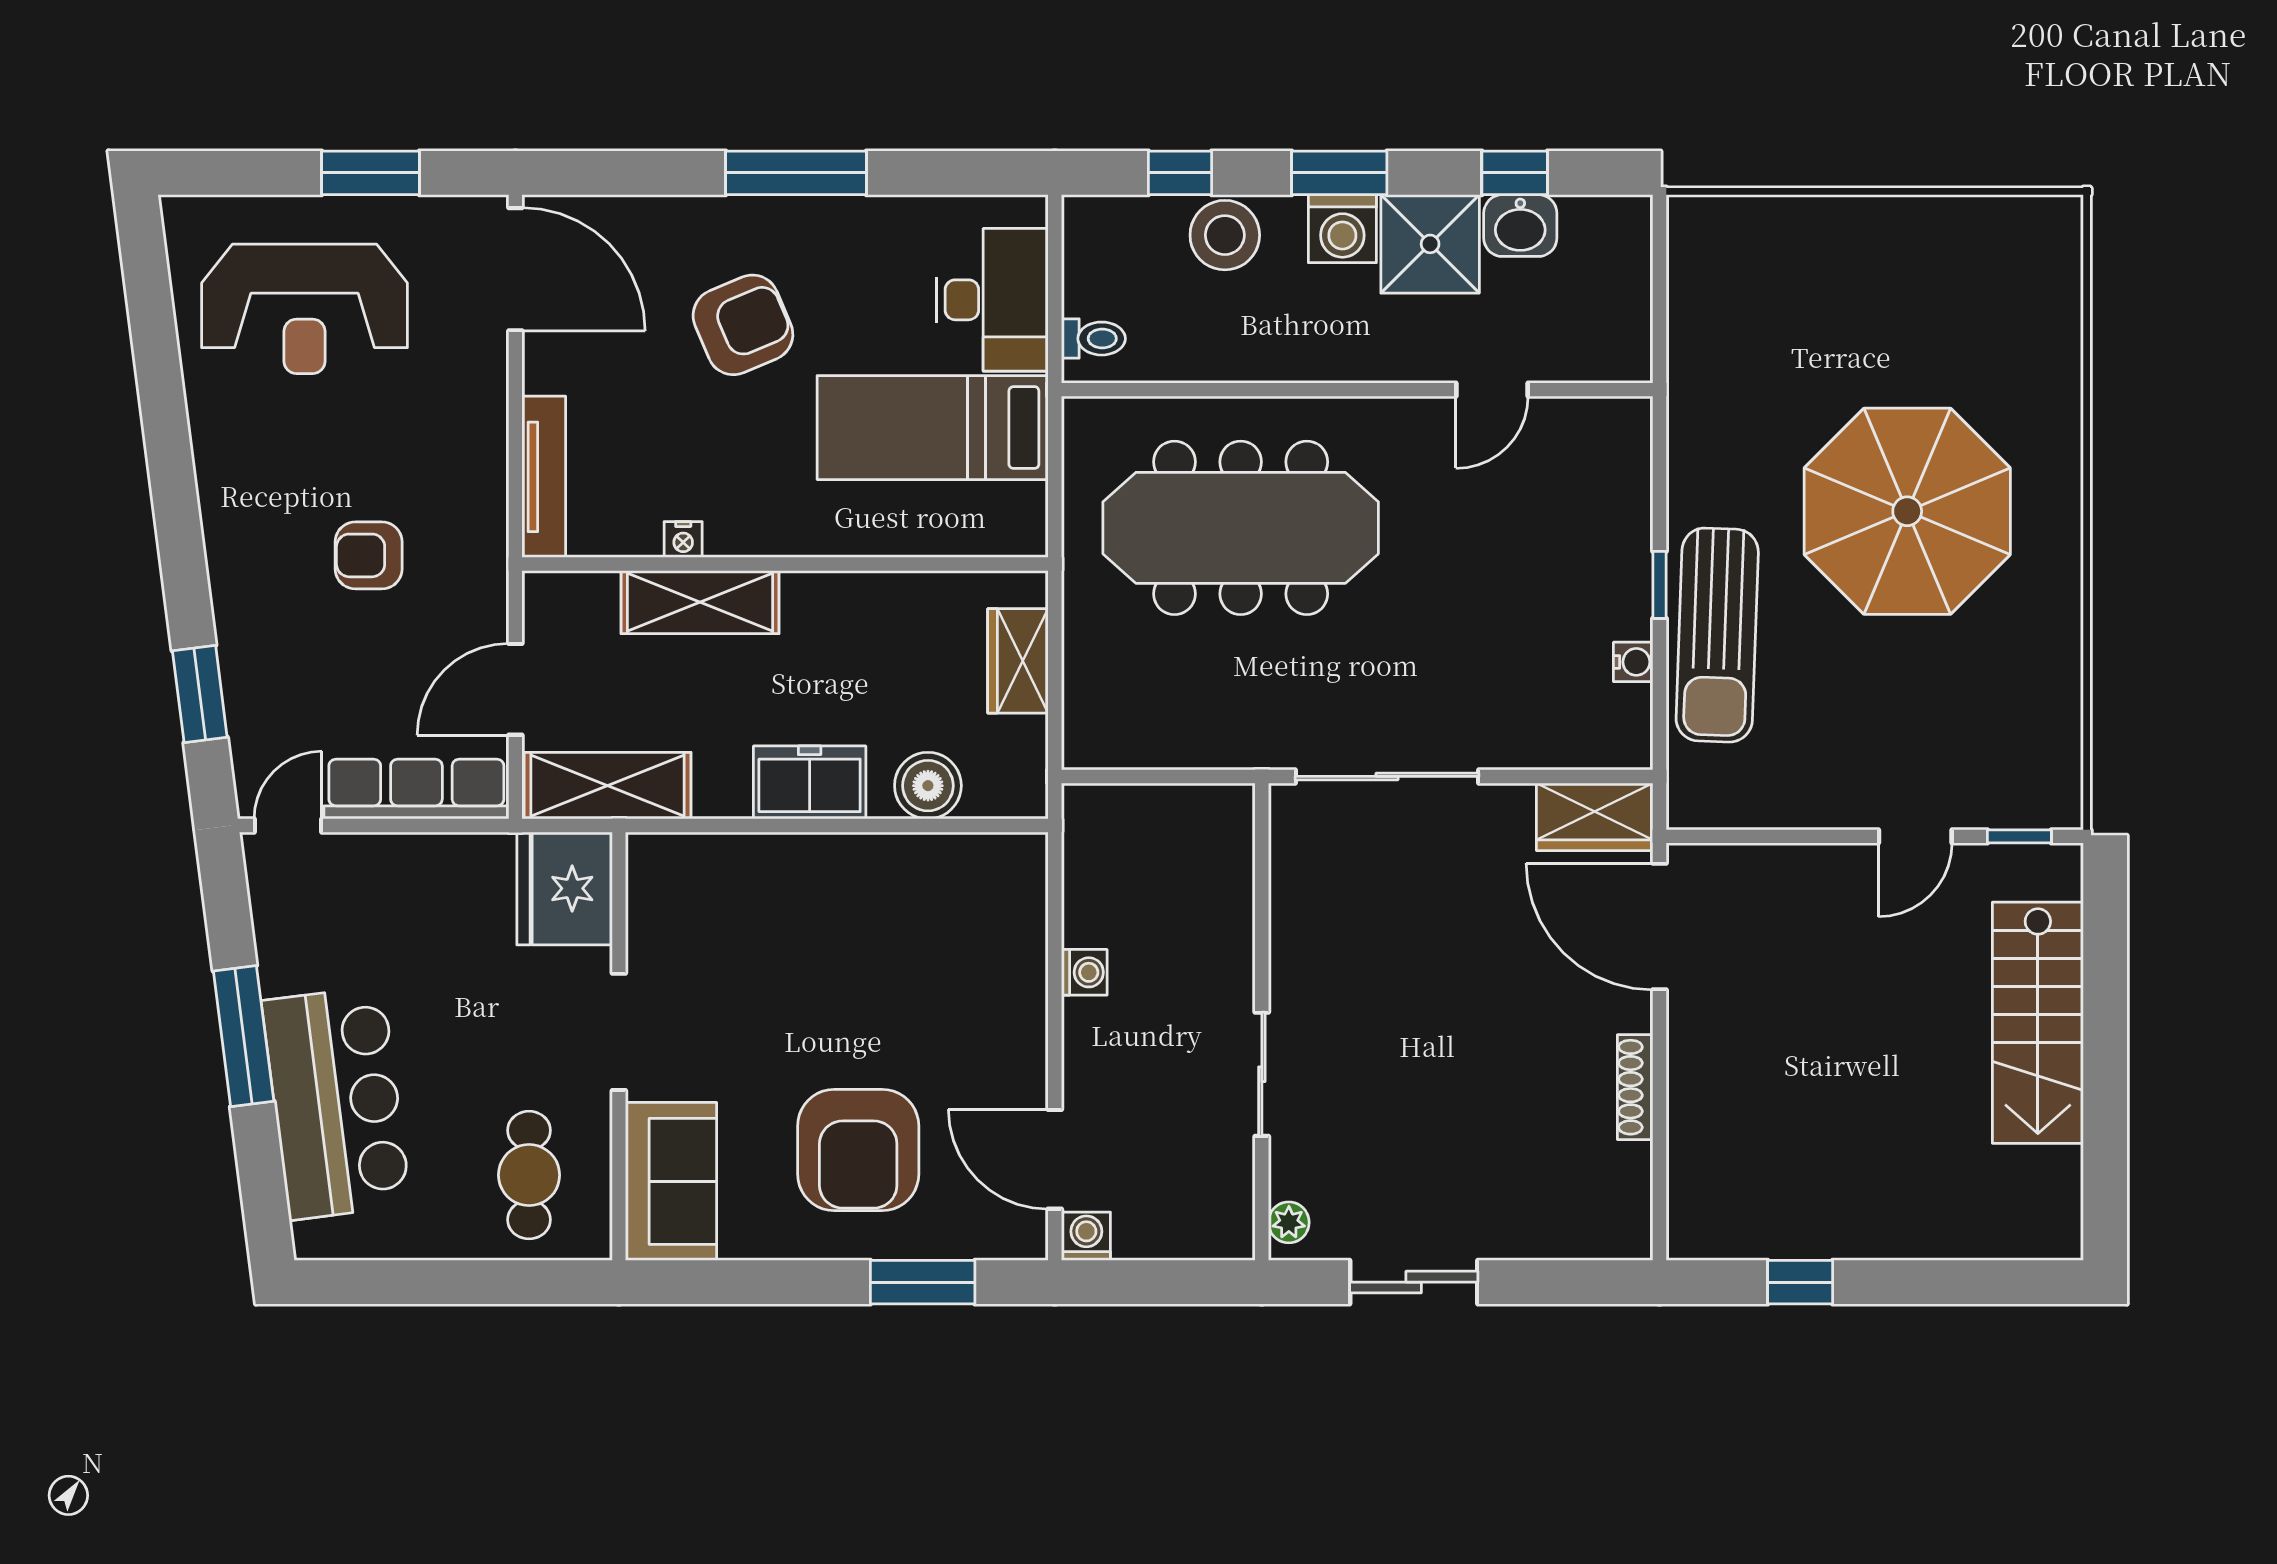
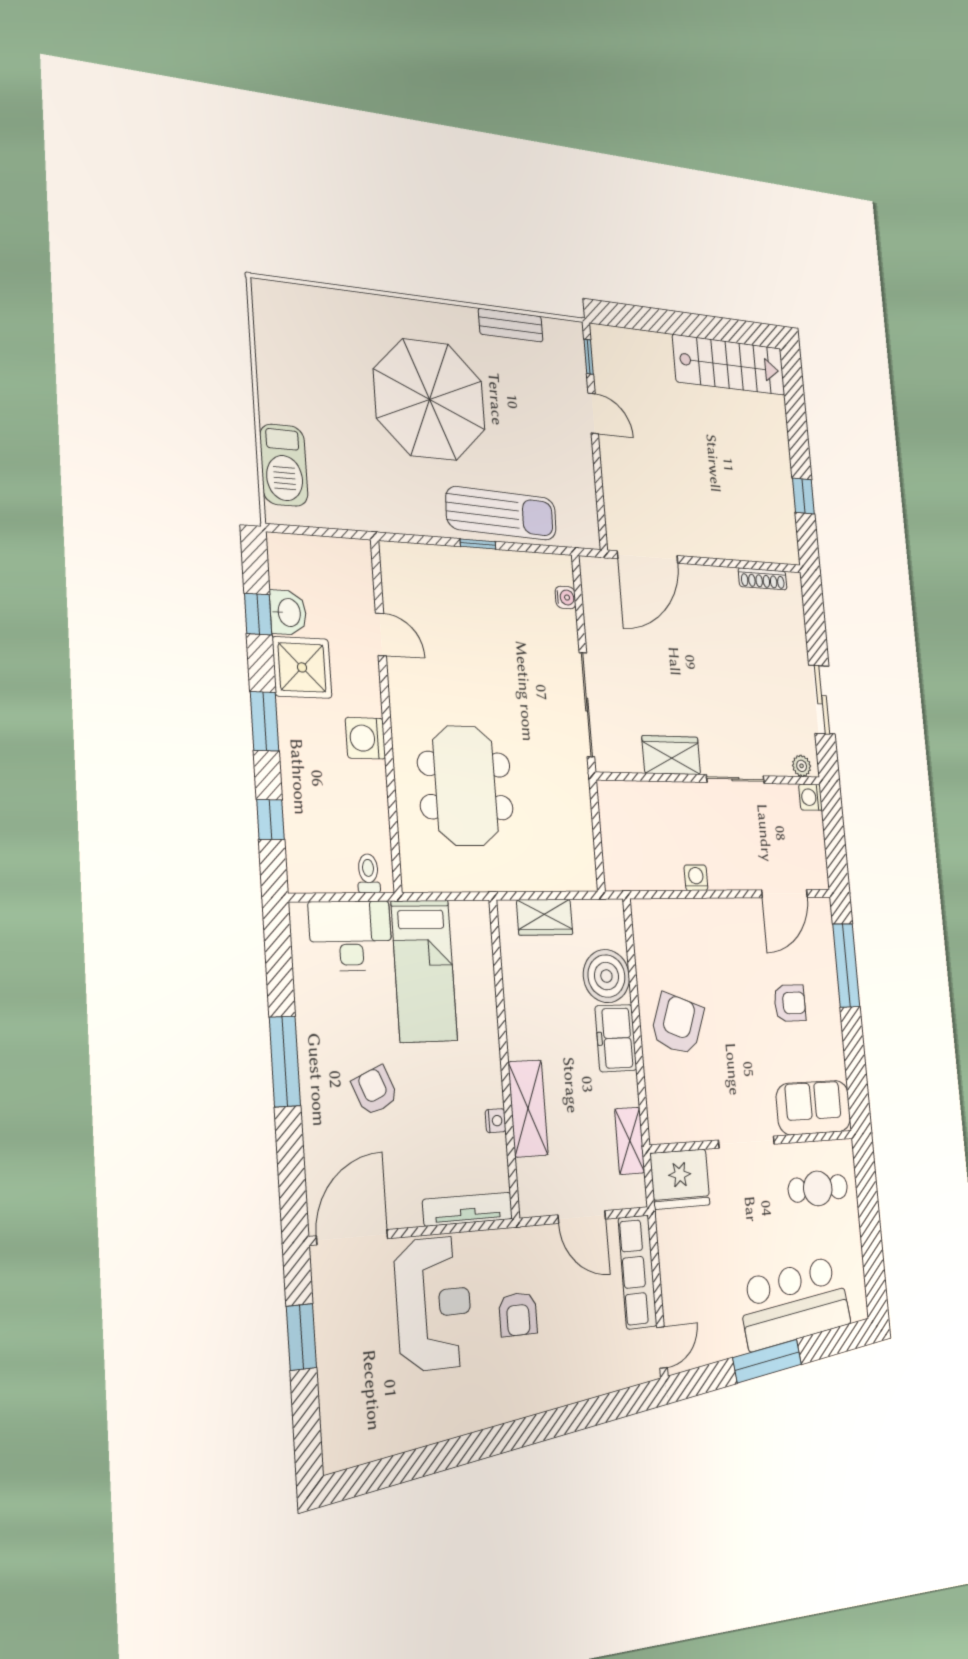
washing machine: (1342, 229) -> (365, 738), moved, turned 180
barbecue: (1768, 234) -> (284, 465), added
stool: (1225, 235) -> (305, 792), removed
reception desk: (304, 309) -> (434, 1304), moved
armchair: (743, 325) -> (375, 1091), width x0.72, depth x0.72
meeting table: (1241, 528) -> (465, 786), width x0.73
water cooler: (1633, 662) -> (565, 597), moved, turned 90
bench: (2059, 682) -> (511, 325), added
window: (200, 694) -> (599, 1410), removed
shelving: (607, 786) -> (630, 1141), width x0.67, depth x0.75
boiler: (928, 786) -> (606, 976), width x1.37, depth x1.37
wardrobe: (1595, 817) -> (671, 755), moved, turned -90
door: (288, 826) -> (662, 1347), swing flipped
armchair: (829, 909) -> (677, 1024), added
stairs: (2038, 1023) -> (729, 365), moved
shoe rack: (1635, 1087) -> (763, 579), moved
armchair: (858, 1150) -> (790, 1003), width x0.53, depth x0.53
washing machine: (1086, 1236) -> (811, 797), moved
window: (923, 1282) -> (846, 965), width x1.44

